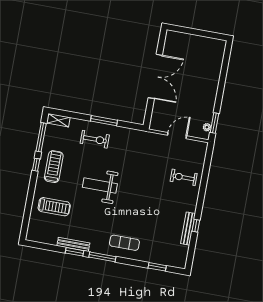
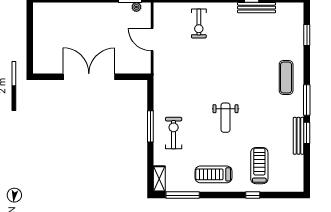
window: (36, 165) -> (253, 195), moved
weight bench: (100, 185) -> (226, 118), width x0.73, depth x0.75

